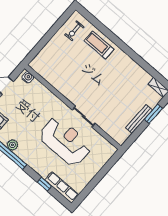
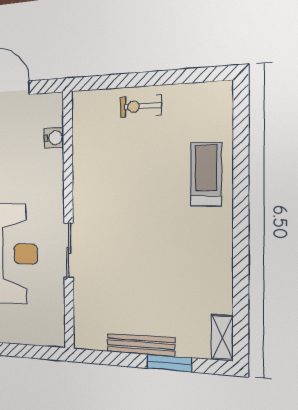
exercise bike: (74, 31) -> (141, 106), moved
water cooler: (28, 77) -> (54, 138), moved

